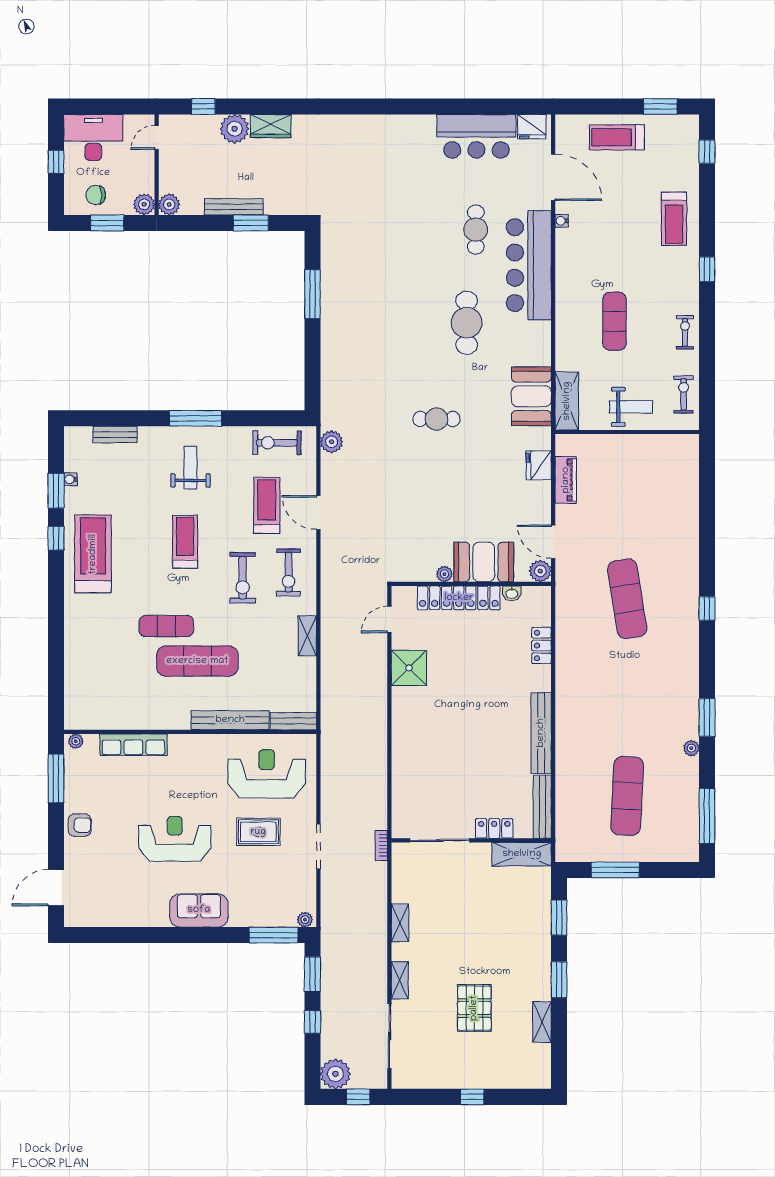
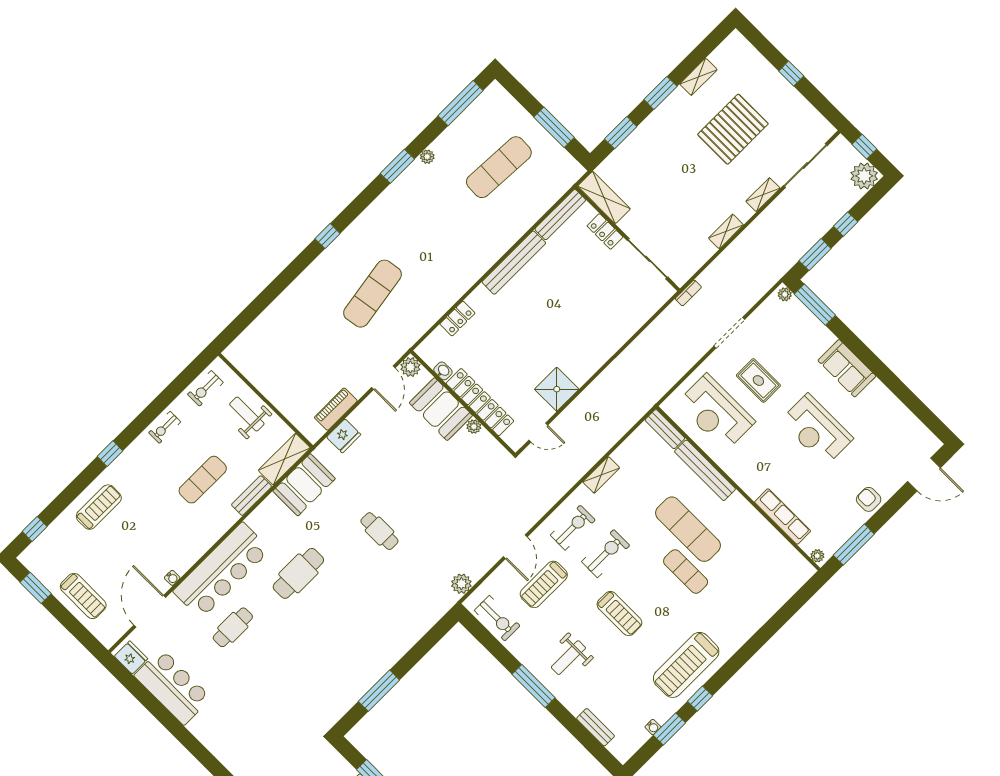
bench: (564, 347) -> (251, 496), added
treadmill: (185, 542) -> (619, 614), turned -90
pallet: (474, 1008) -> (733, 129), width x1.37, depth x1.41

